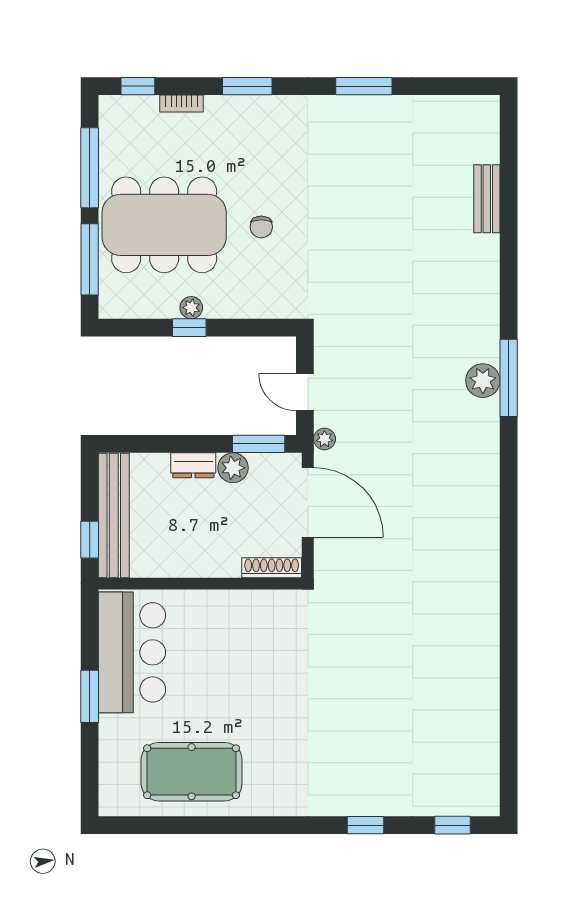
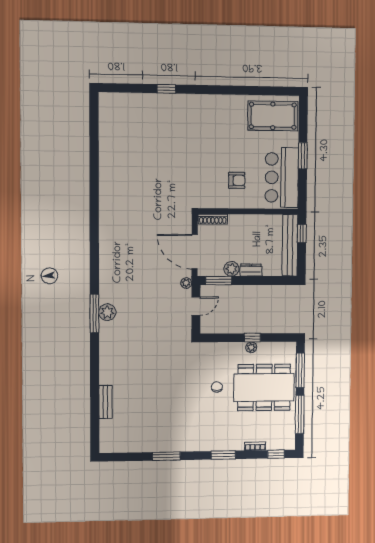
door: (305, 392) -> (196, 306), hinge flipped
armchair: (224, 646) -> (237, 180), added
pool table: (192, 772) -> (273, 116), moved
window: (452, 825) -> (122, 88), removed

